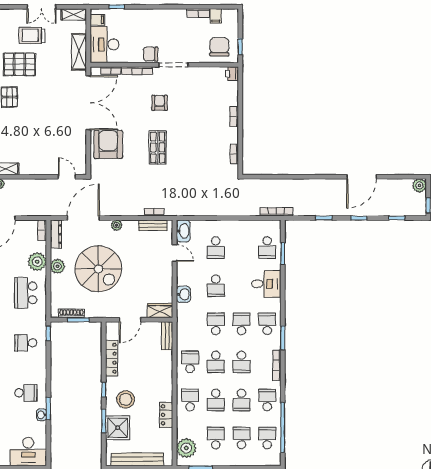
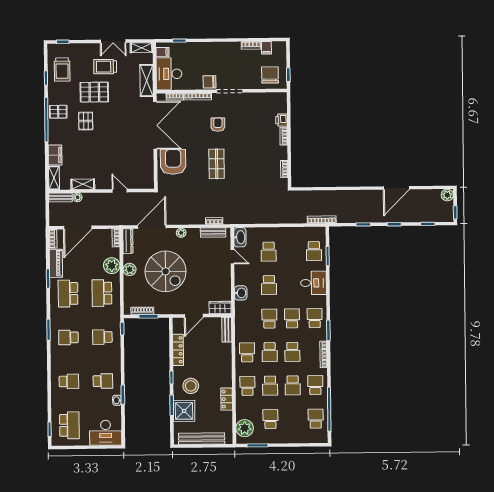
printer: (232, 74) -> (281, 120), moved
door: (67, 177) -> (120, 191), moved
school desk: (241, 438) -> (293, 419), removed

